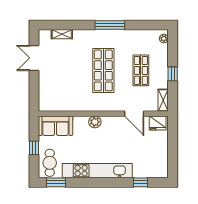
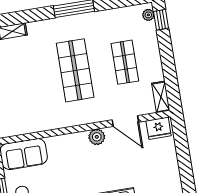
window: (173, 74) -> (161, 20), moved
plant: (95, 122) -> (97, 137), moved

